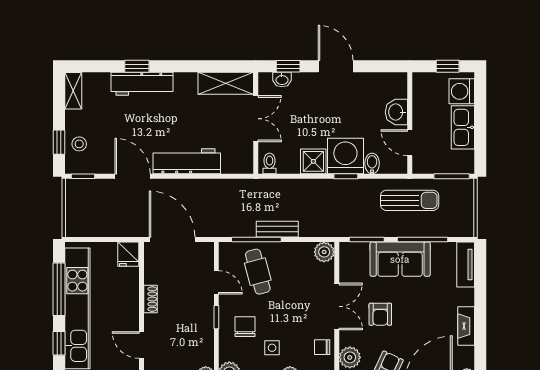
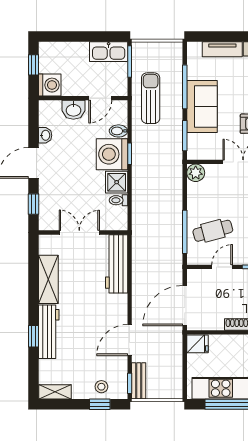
washbasin: (282, 80) -> (45, 135), moved
shelving: (226, 83) -> (48, 279), moved
washing machine: (462, 91) -> (50, 85), moved, turned -90
kitchen sink: (463, 127) -> (109, 52), moved
workbench: (187, 161) -> (117, 264), moved
toilet: (270, 163) -> (118, 200), moved
bench: (277, 229) -> (139, 381), moved
tv unit: (466, 265) -> (222, 49), moved

